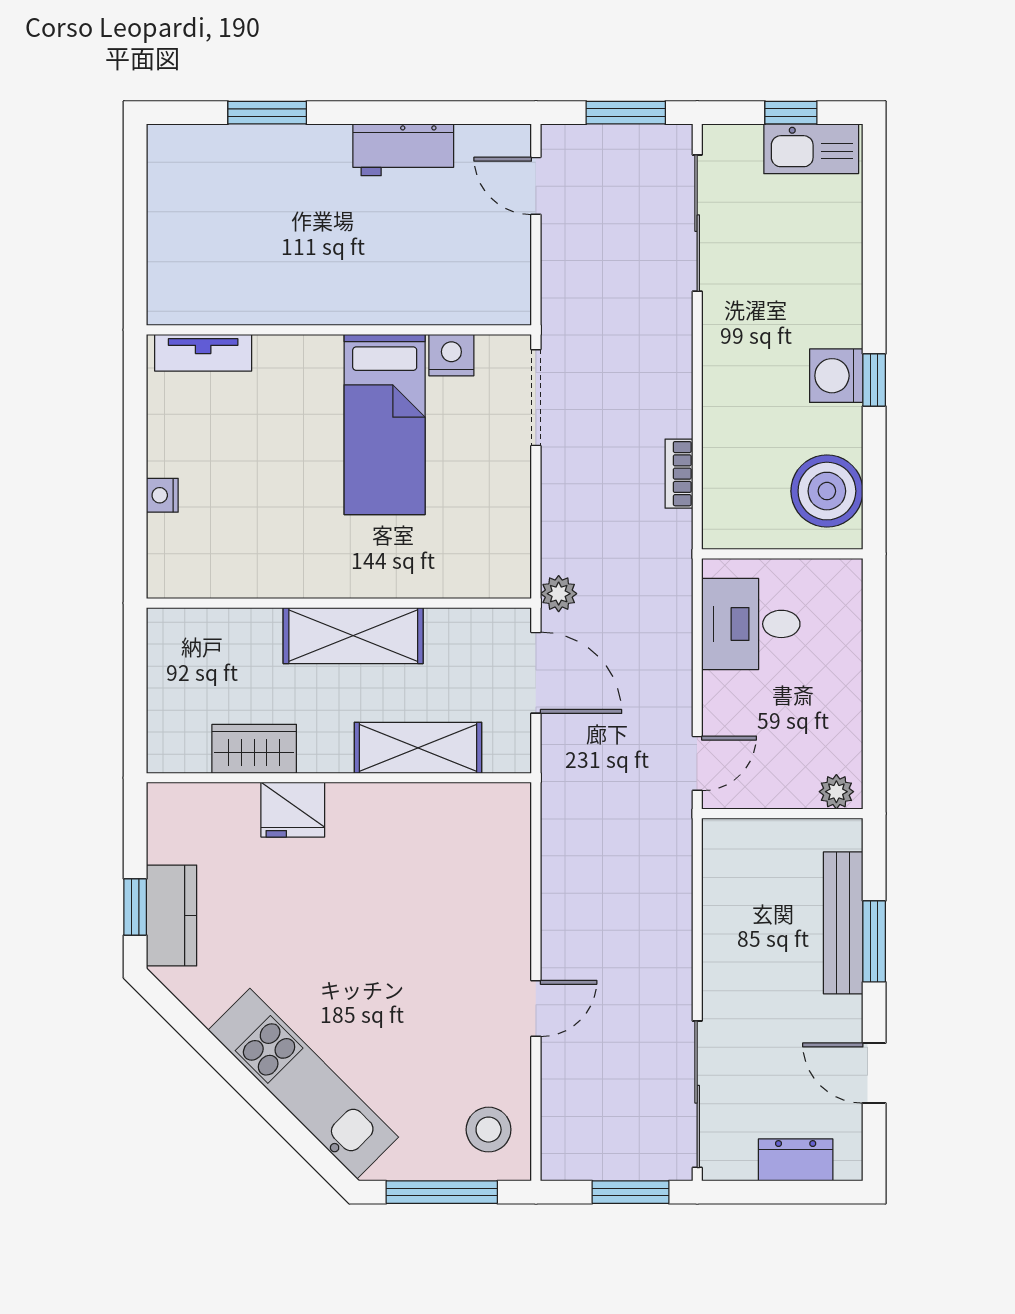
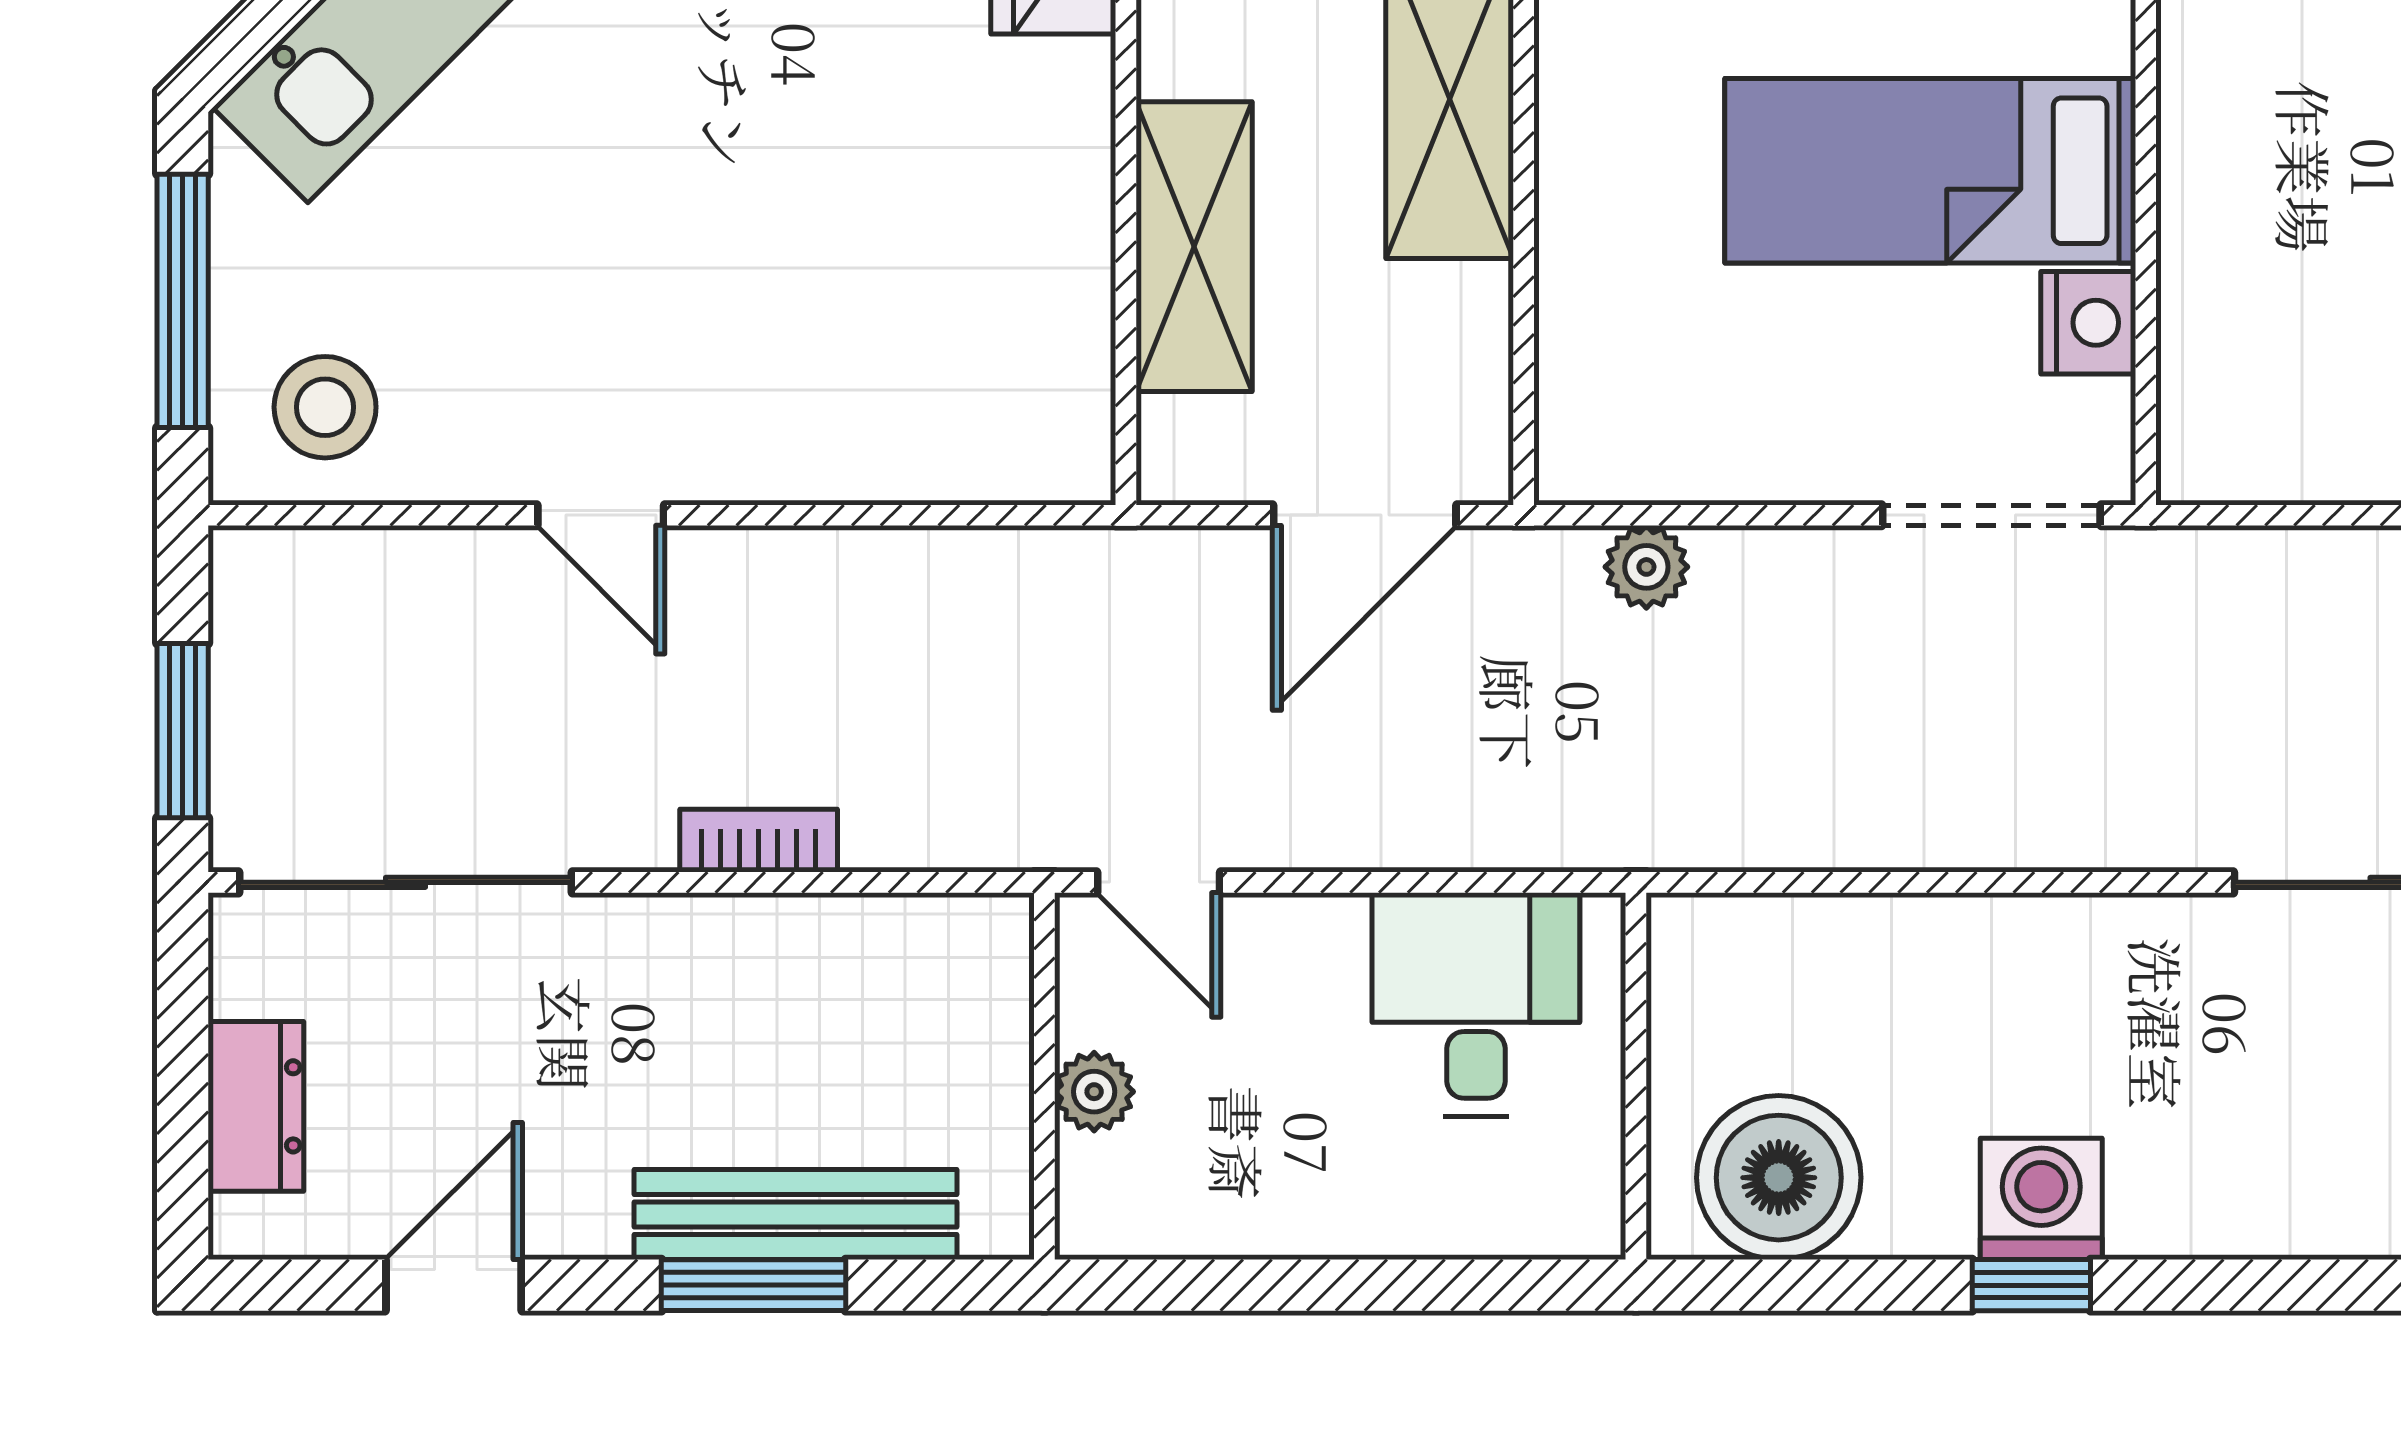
bookcase: (679, 474) -> (759, 841), moved
plant: (559, 594) -> (1646, 567), moved
plant: (836, 792) -> (1094, 1092), moved

